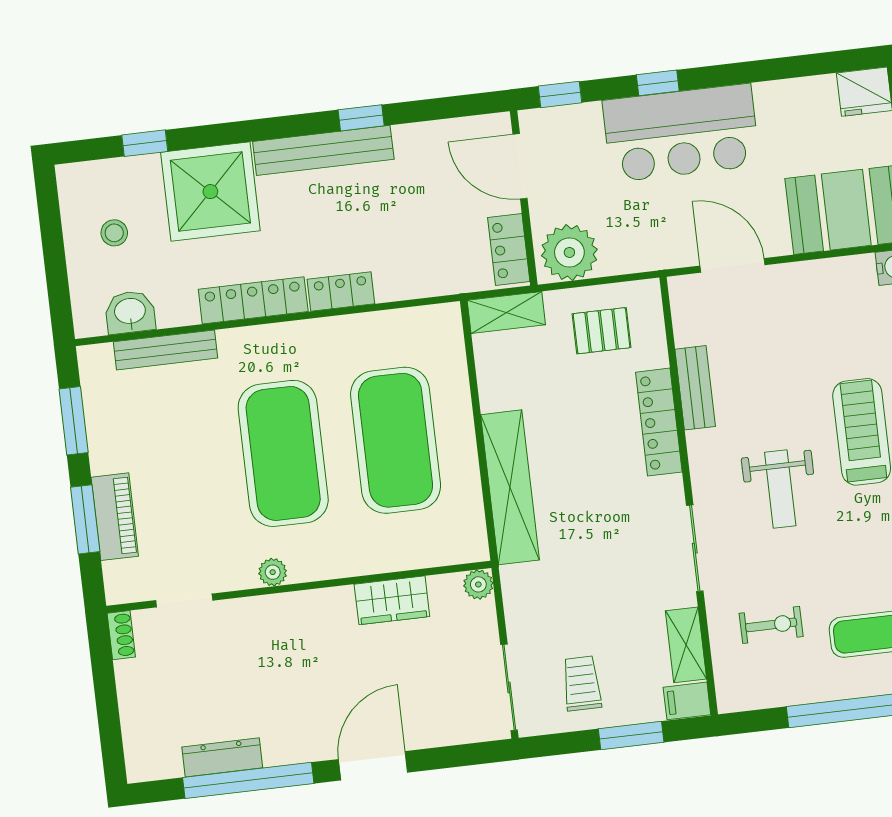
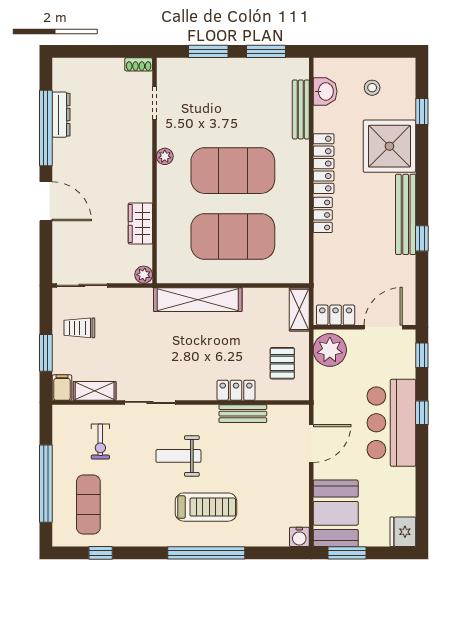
locker: (659, 422) -> (236, 390), width x0.66
piano: (115, 517) -> (208, 69), removed
trolley: (582, 683) -> (79, 328), turned 180

